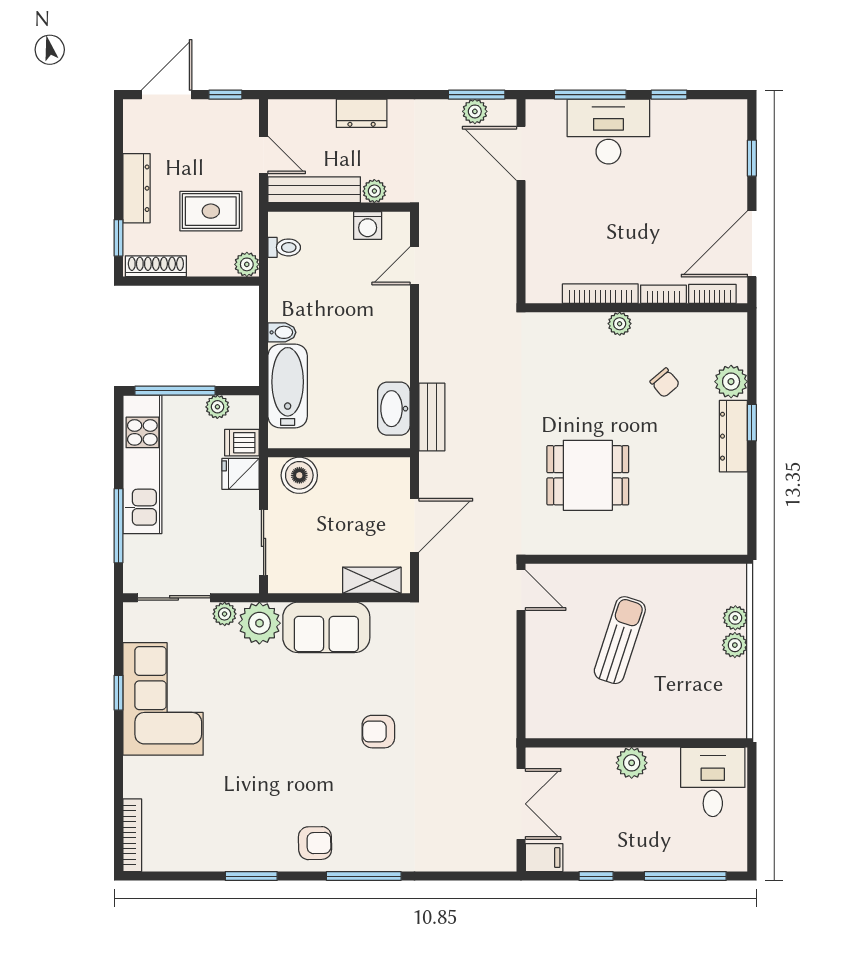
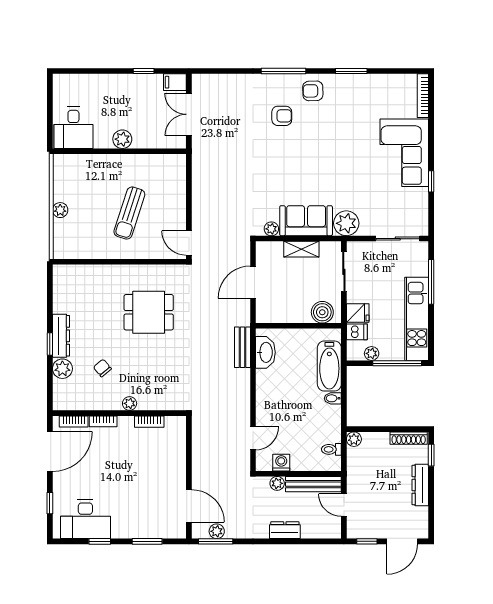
window: (590, 95) -> (147, 541), width x0.69
desk: (608, 131) -> (85, 519), moved
rug: (211, 211) -> (376, 471), removed
bookcase: (600, 294) -> (149, 422), width x0.64
shelving: (372, 580) -> (301, 249), moved
plant: (225, 614) -> (271, 229), moved
plant: (735, 618) -> (60, 226), removed
corner sofa: (163, 699) -> (404, 153), moved
armchair: (378, 732) -> (282, 116), moved
window: (685, 876) -> (90, 71), removed

